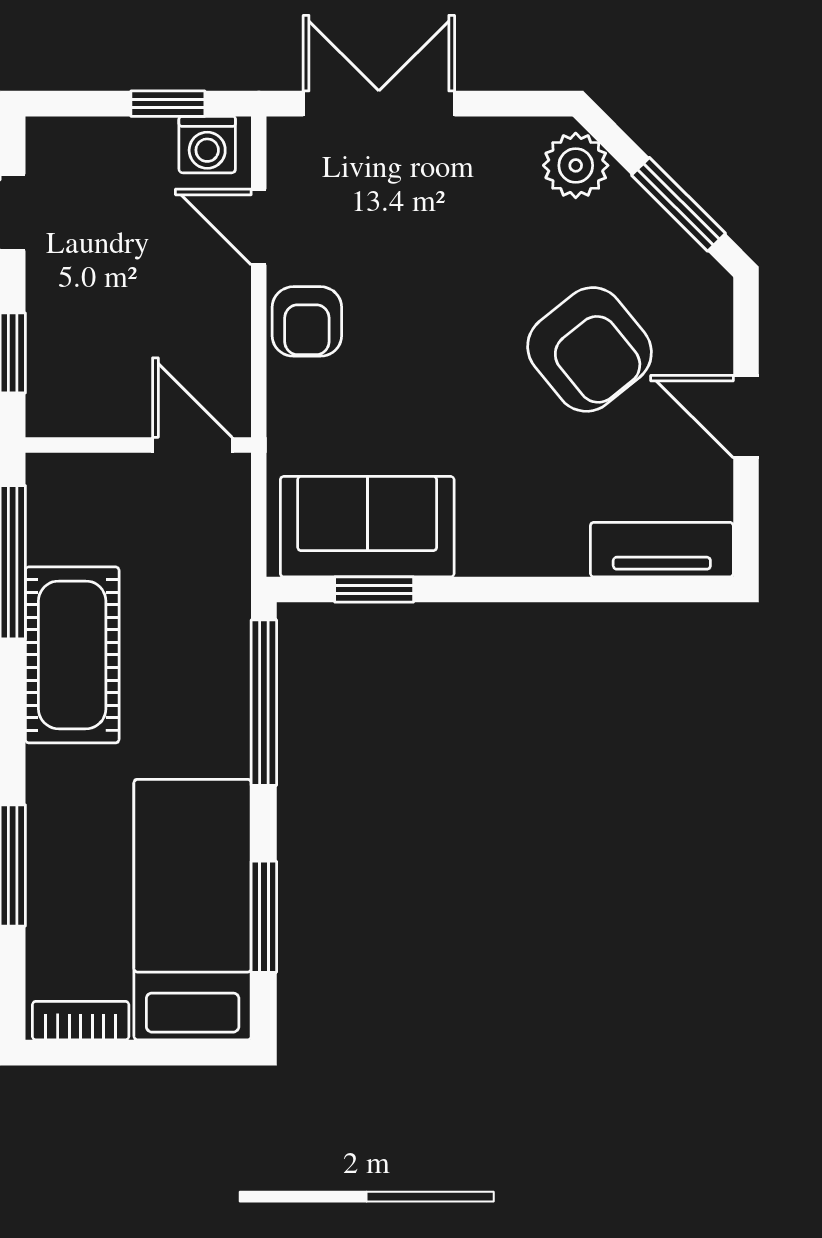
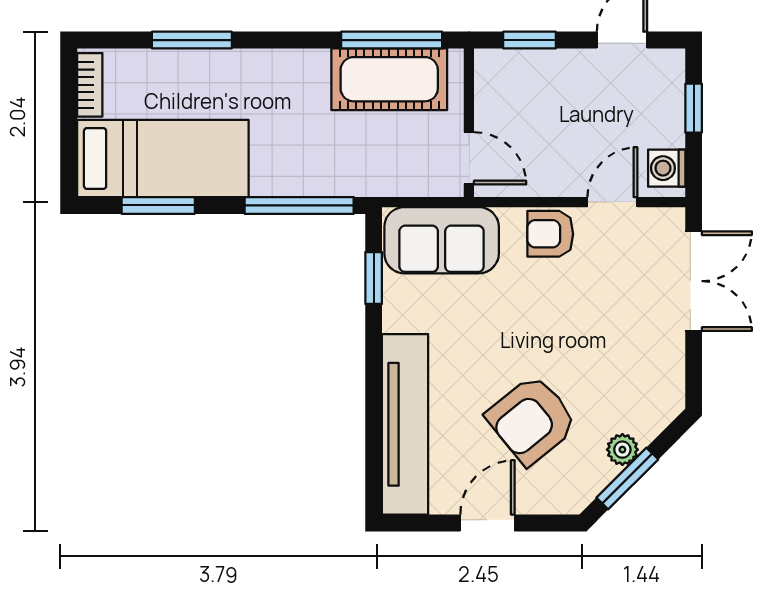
window: (168, 104) -> (694, 108), moved
plant: (576, 165) -> (622, 450), moved, width x0.73, depth x0.73
door: (192, 445) -> (469, 158), hinge flipped
sofa: (367, 527) -> (442, 240), moved, turned 90
tv unit: (662, 550) -> (405, 424), width x1.92, depth x1.29
cot: (72, 655) -> (389, 79), moved

